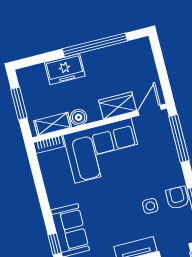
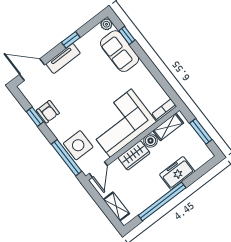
shelving: (147, 61) -> (116, 206), added
wardrobe: (118, 105) -> (134, 155), moved
side table: (150, 206) -> (78, 145), moved, width x1.87, depth x1.87

